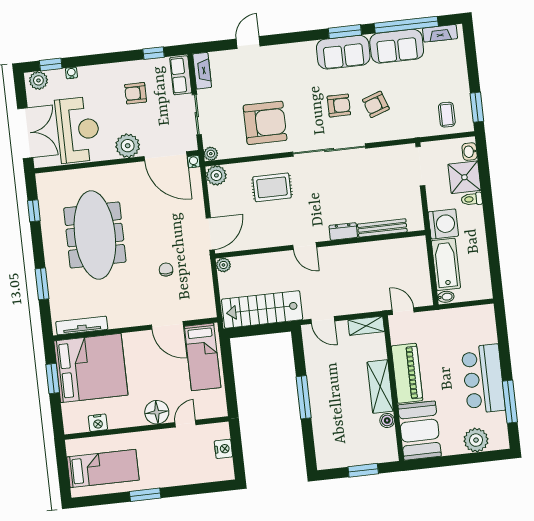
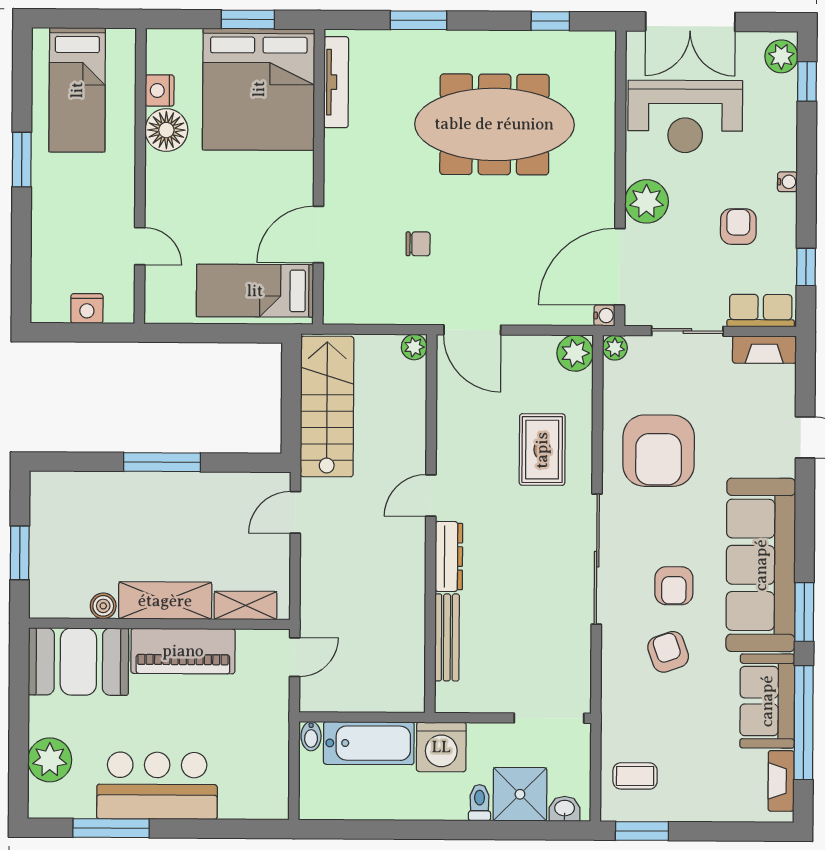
sofa: (343, 52) -> (761, 565), width x1.85, depth x1.27
water cooler: (71, 73) -> (787, 182), moved
dresser: (343, 231) -> (449, 556), width x1.44
shelving: (366, 326) -> (246, 605), moved, turned 90
floor lamp: (157, 412) -> (166, 130), moved

